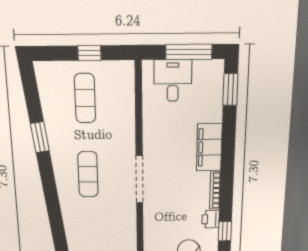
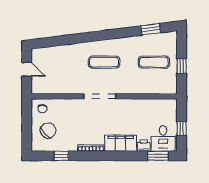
window: (189, 52) -> (182, 128), width x0.46
desk: (173, 80) -> (163, 138), moved, turned 90
window: (40, 137) -> (151, 29), moved
printer: (211, 219) -> (144, 145), moved

